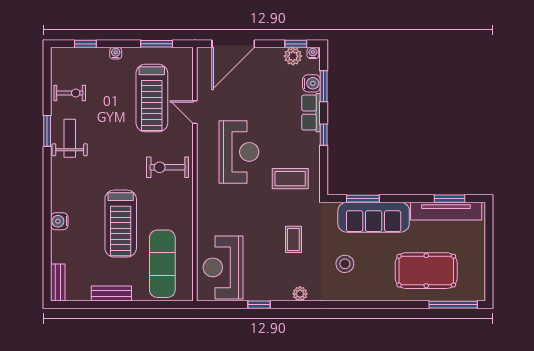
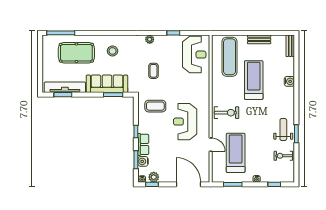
door: (233, 44) -> (188, 184), hinge flipped
weight bench: (70, 138) -> (283, 130), turned 180
stool: (345, 264) -> (113, 51), moved

